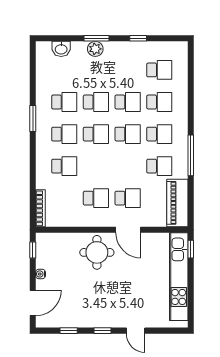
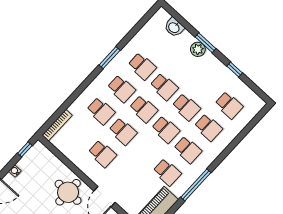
school desk: (128, 198) -> (123, 131), moved

